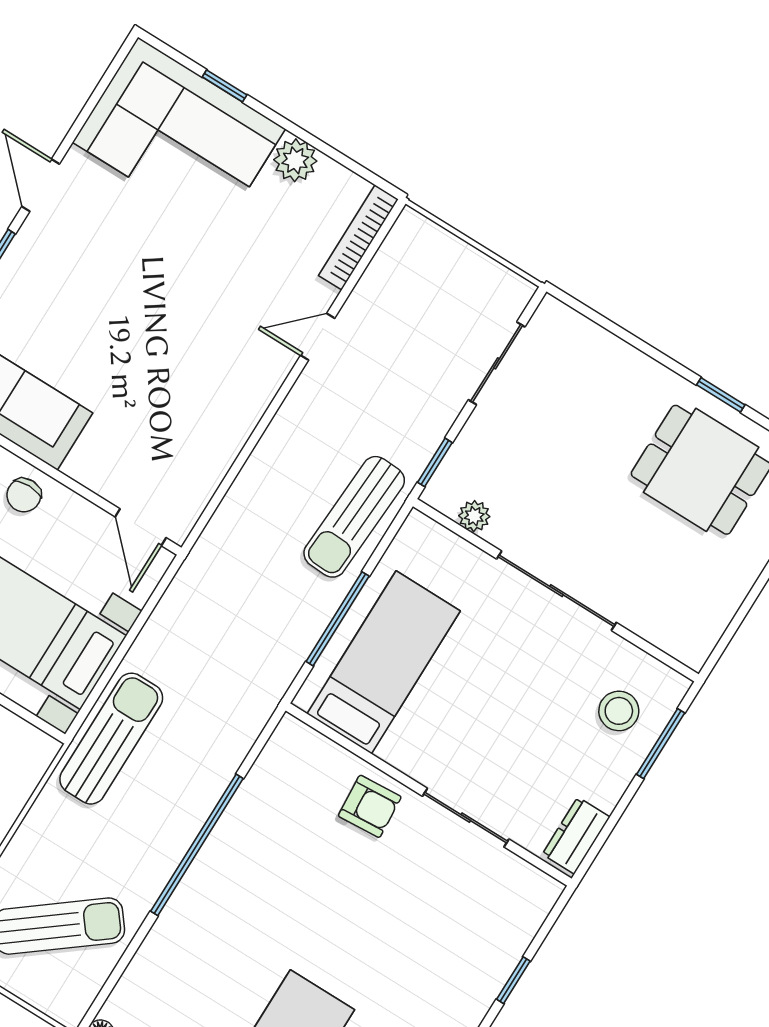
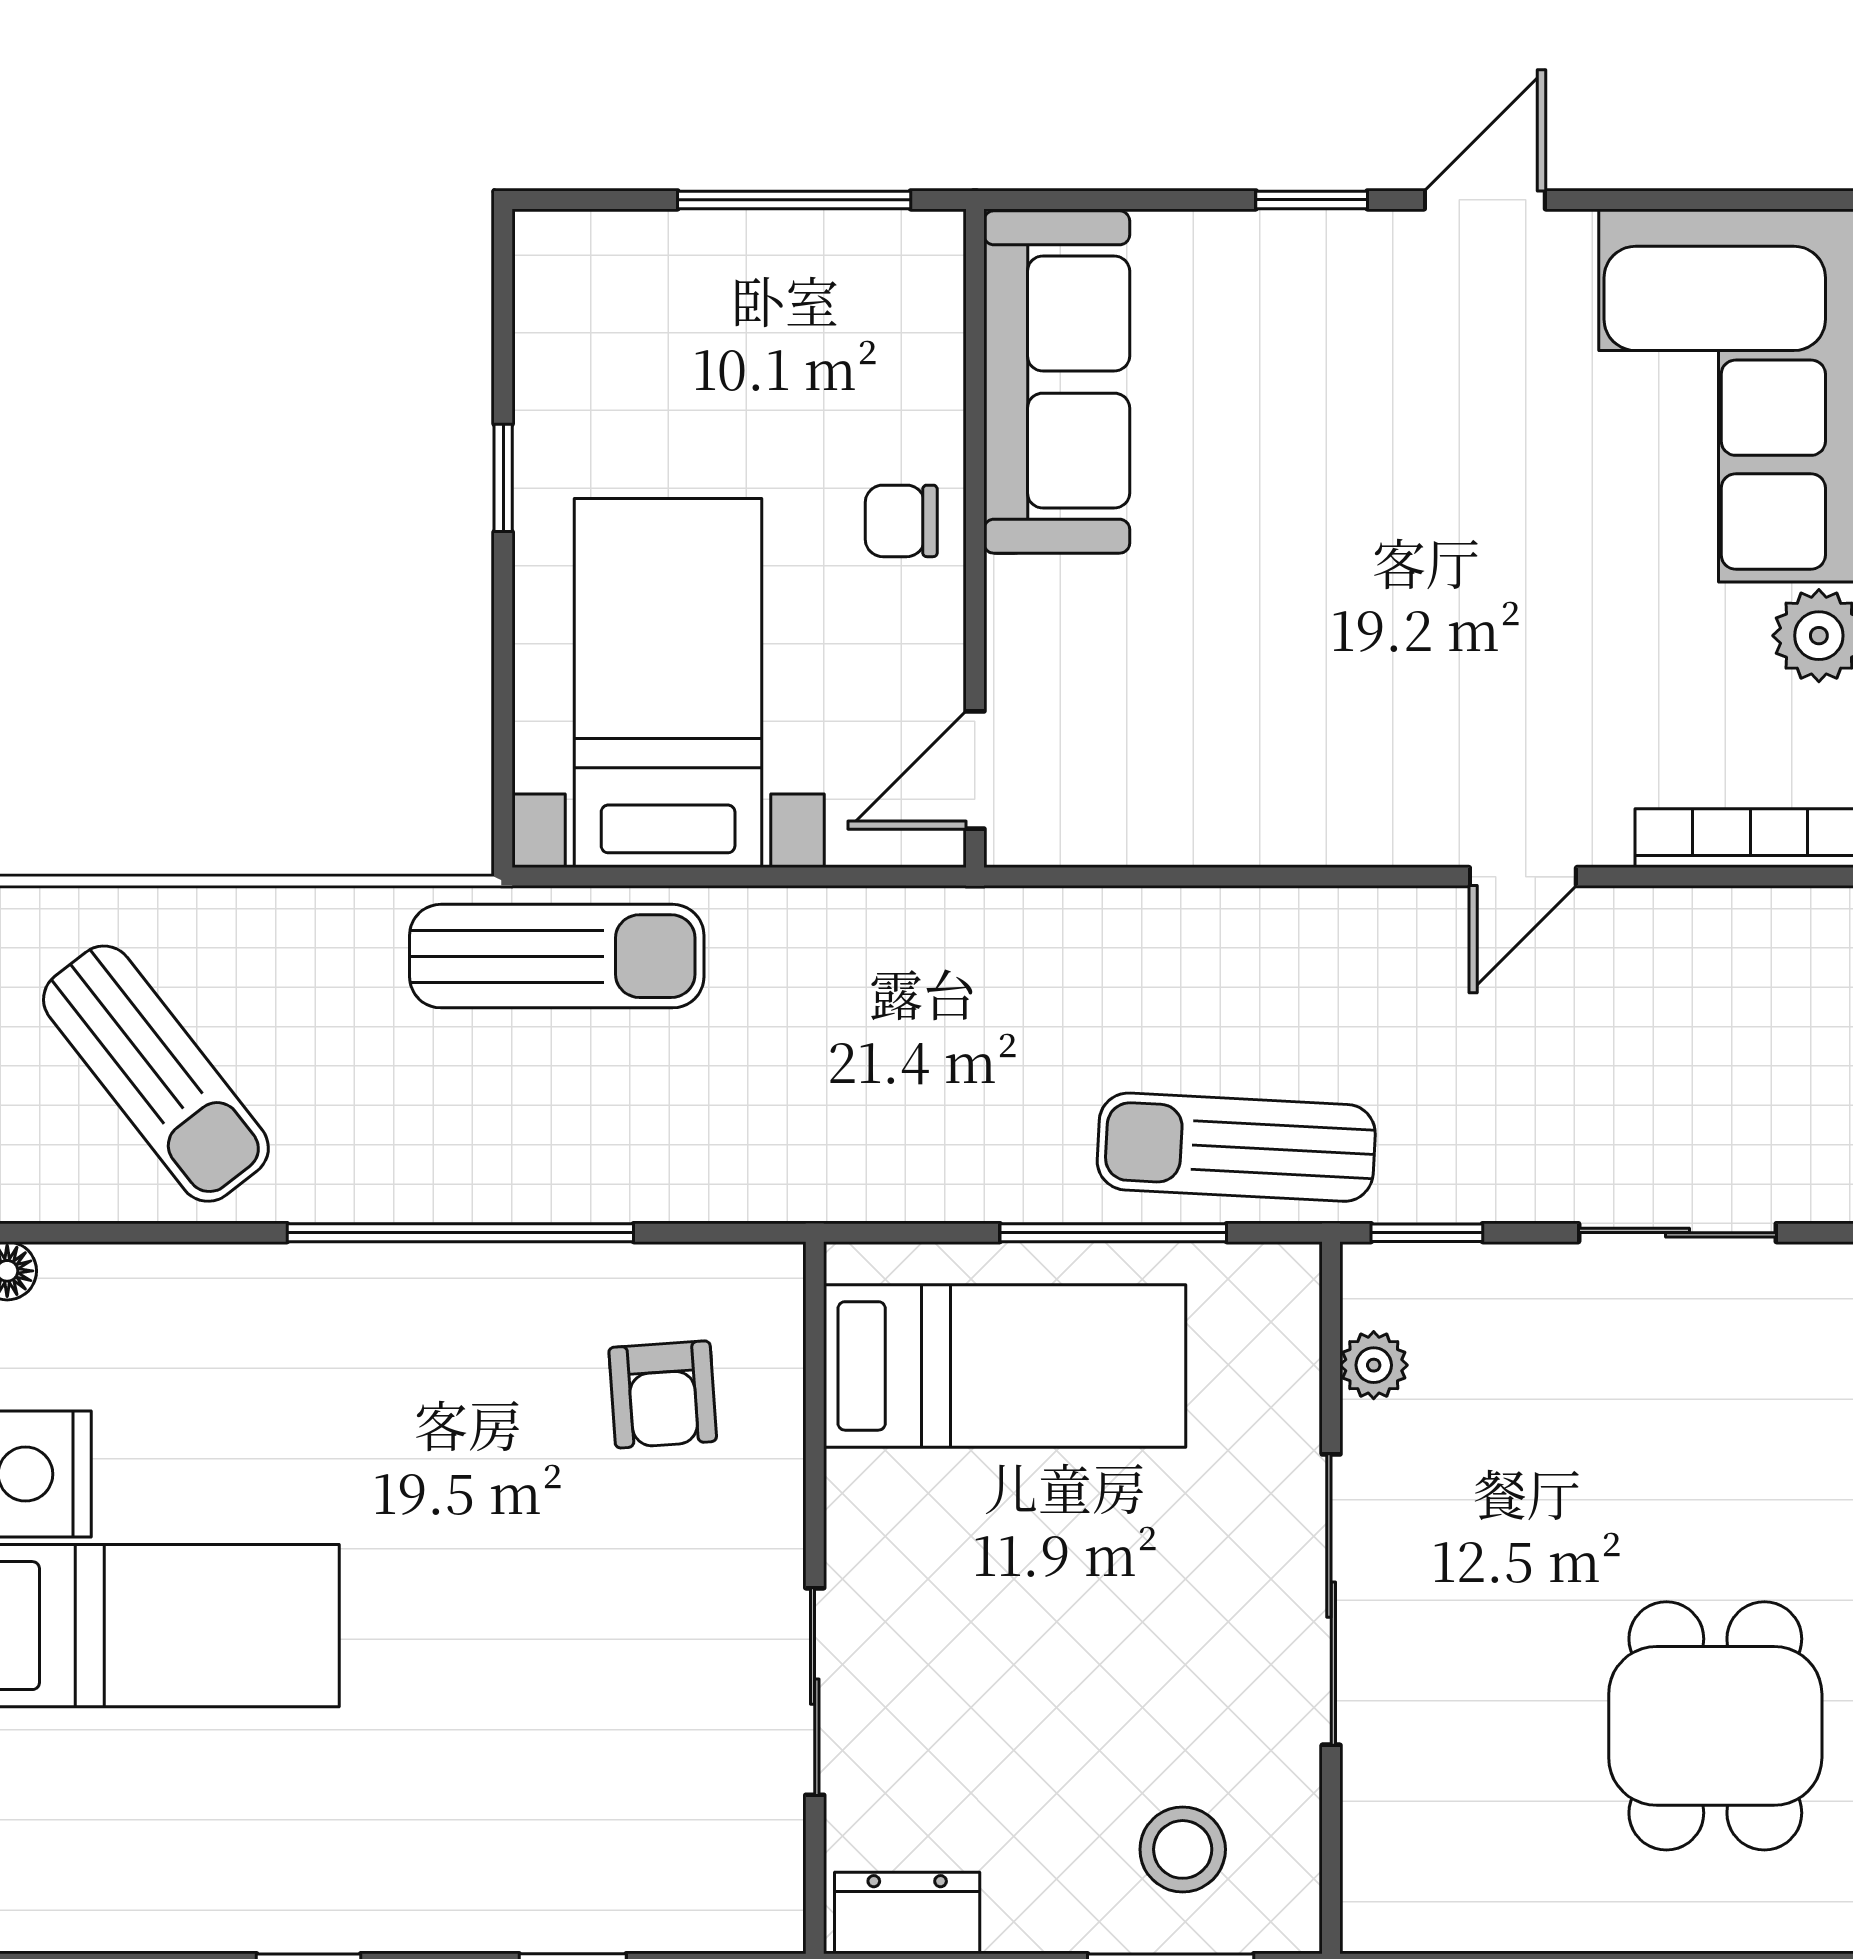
door: (318, 337) -> (1523, 877), swing flipped
window: (338, 619) -> (1113, 1233), moved
armchair: (370, 806) -> (663, 1394), moved

